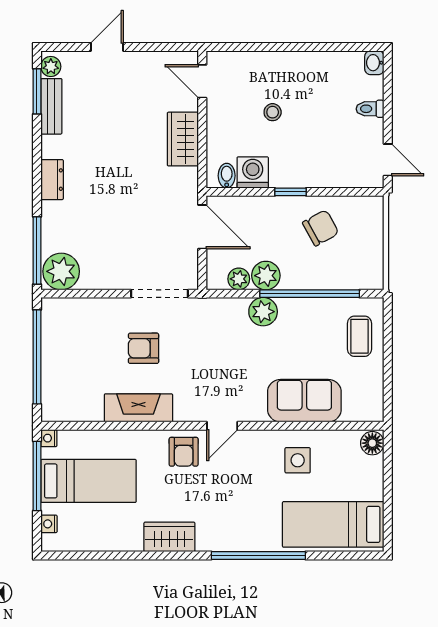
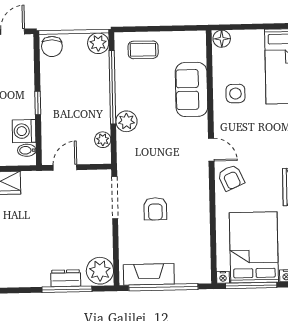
dresser: (52, 180) -> (66, 278), moved
door: (202, 227) -> (65, 167), width x0.73
chair: (321, 228) -> (52, 46), moved, turned -149
window: (37, 251) -> (67, 289), moved
plant: (266, 276) -> (98, 43), moved
fireplace: (138, 408) -> (149, 274), moved, turned 90
armchair: (184, 452) -> (231, 178), turned 66
bed: (89, 481) -> (254, 247), width x1.50

